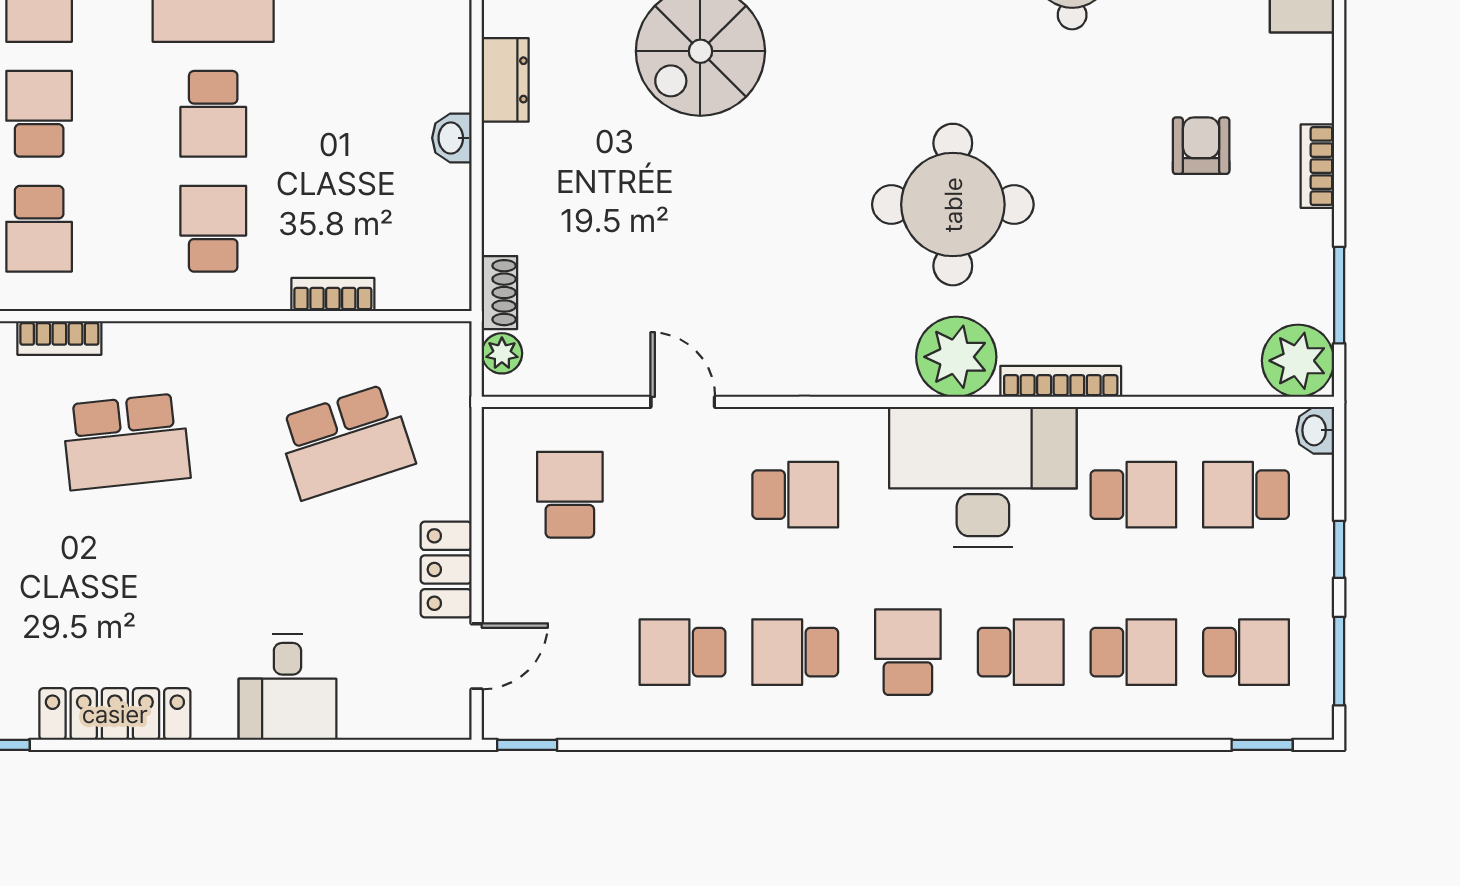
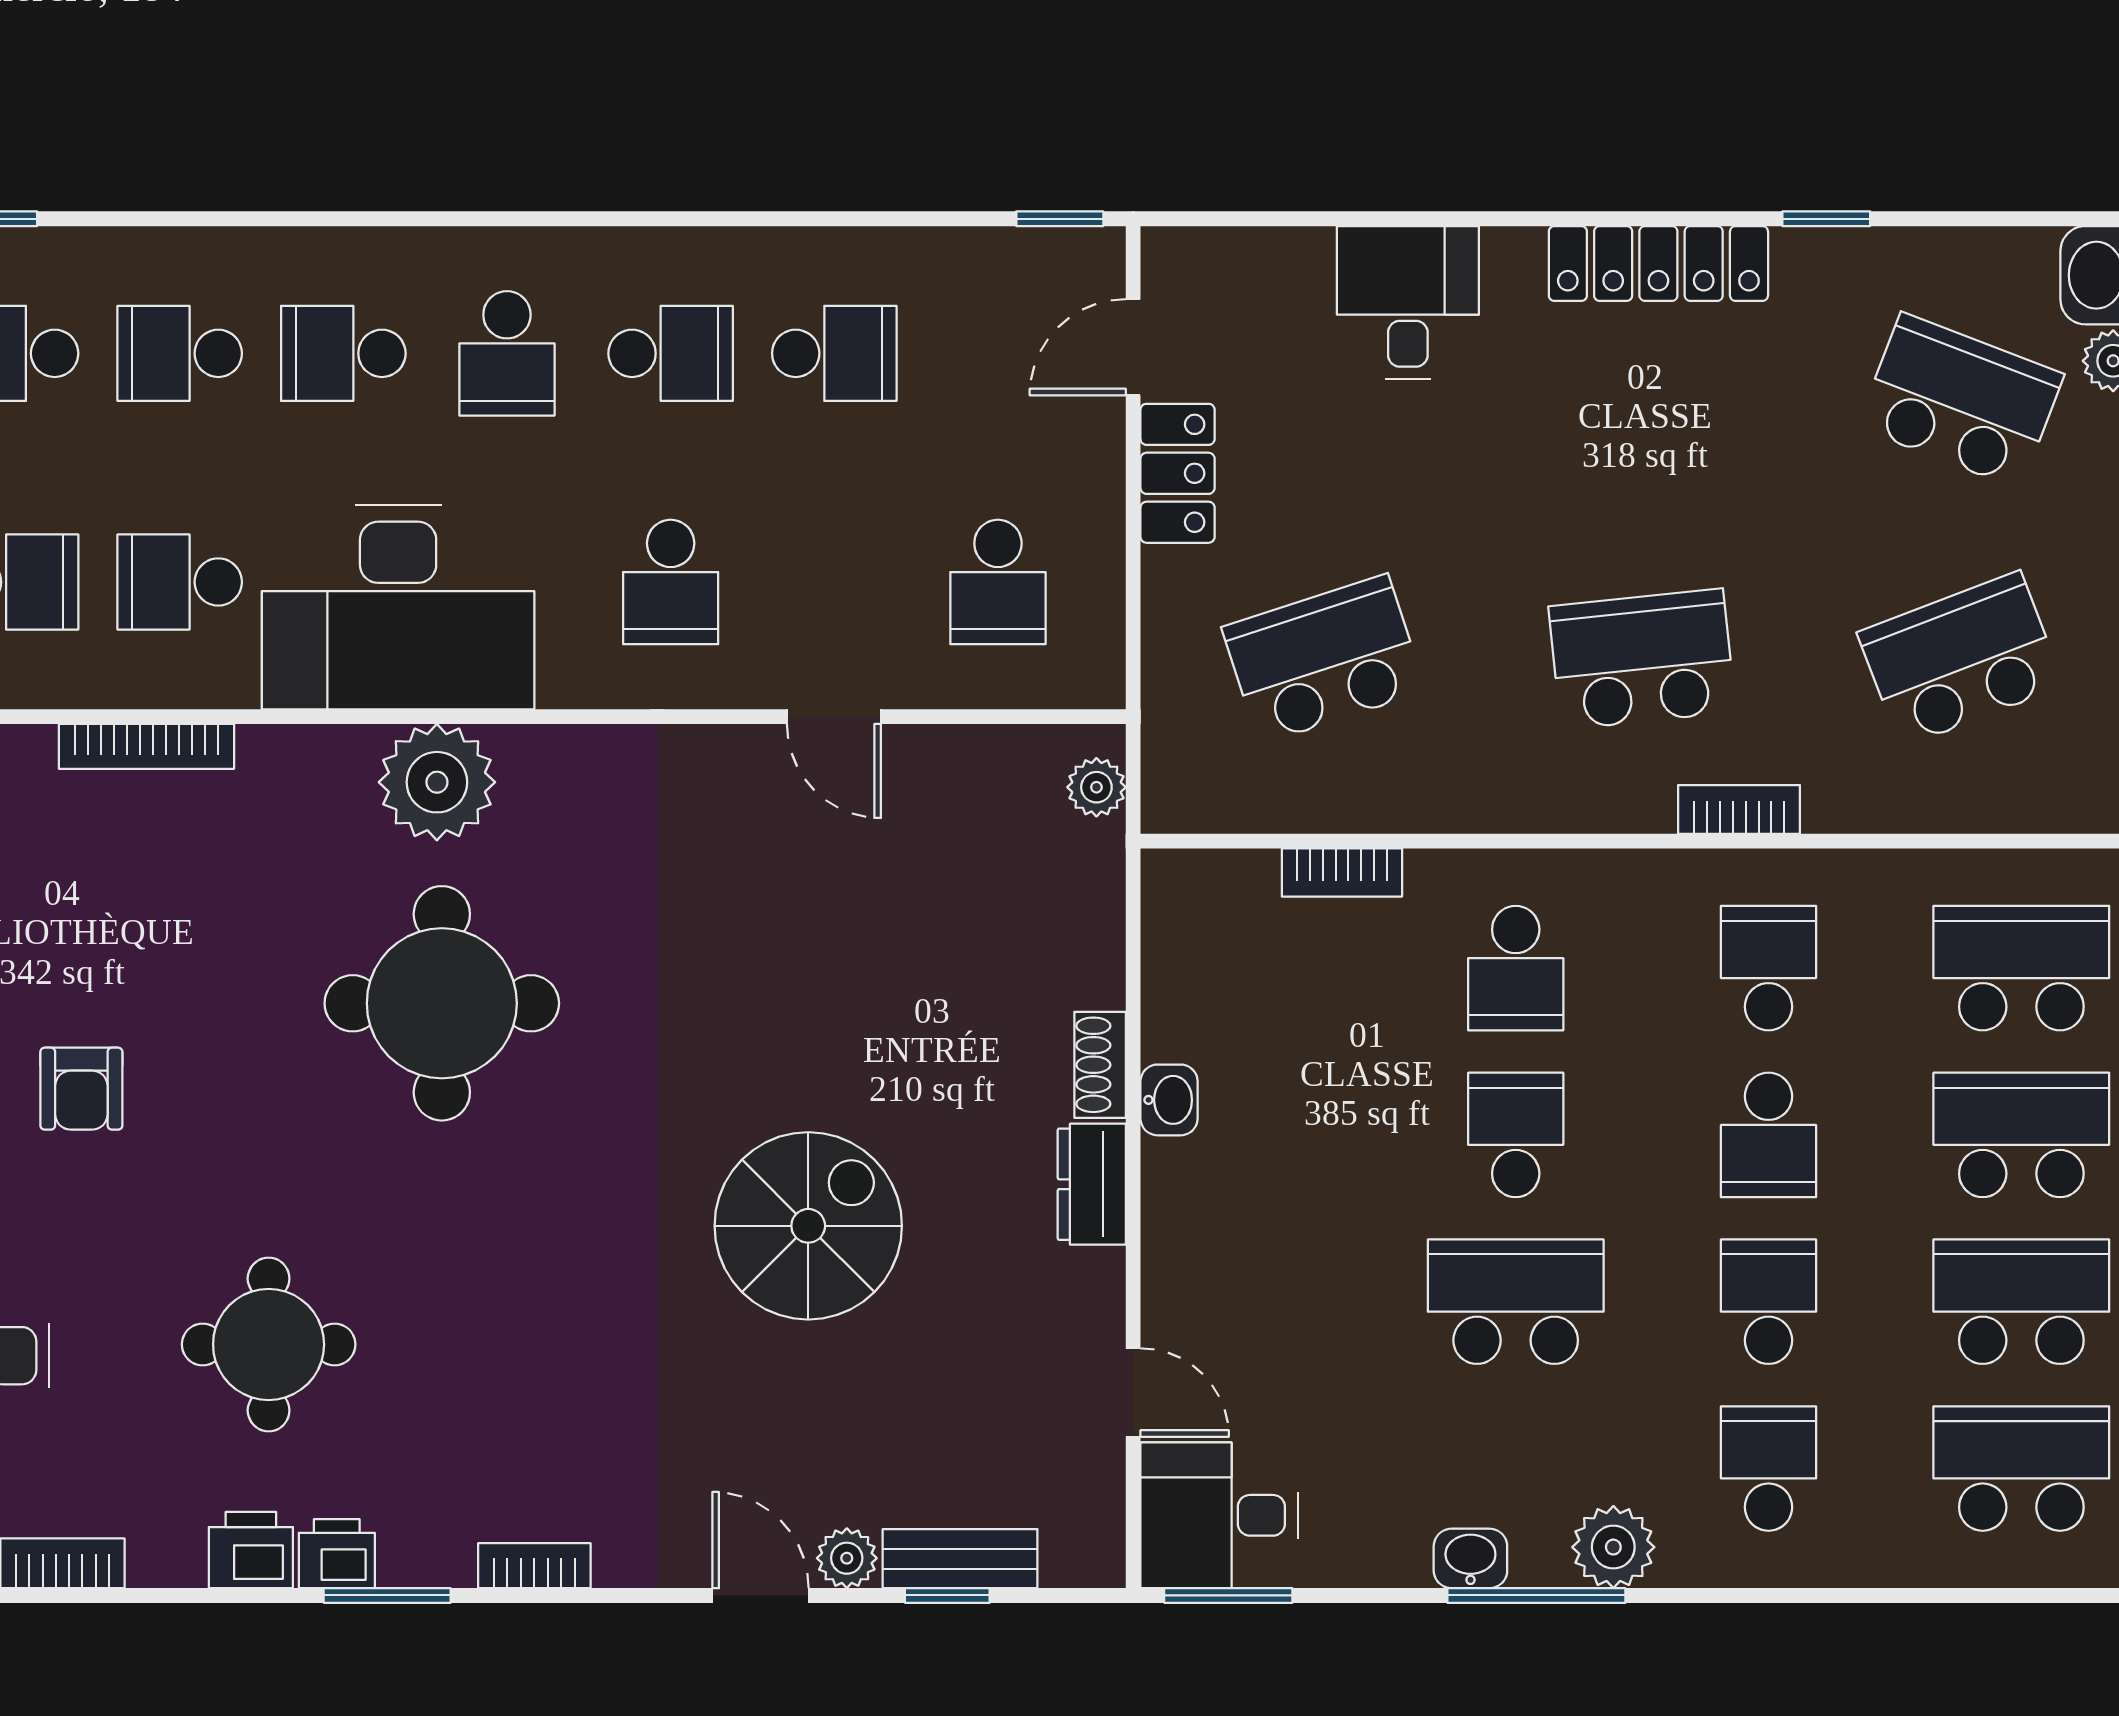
shoe rack: (499, 293) -> (1100, 1065), moved
bookcase: (1061, 381) -> (146, 746), moved
school desk: (795, 495) -> (671, 582), turned -90

